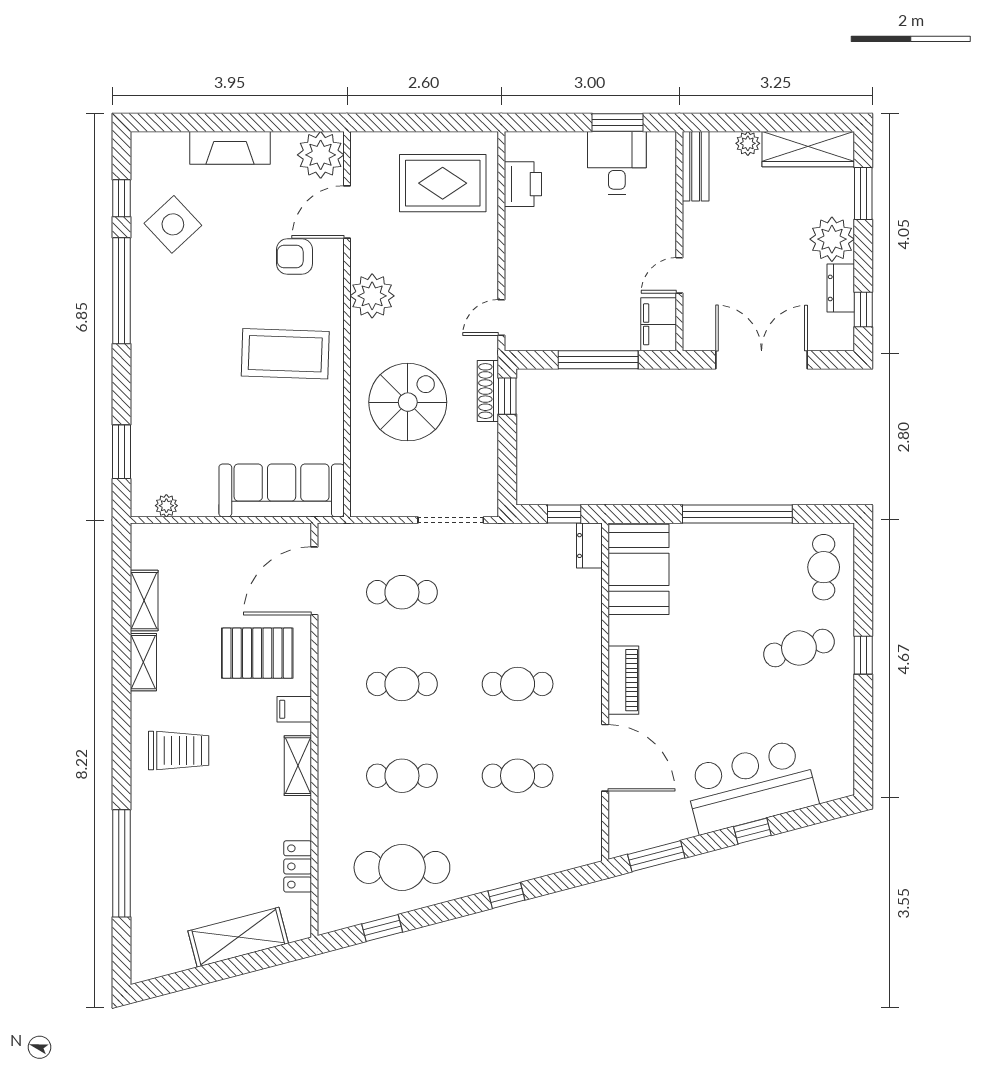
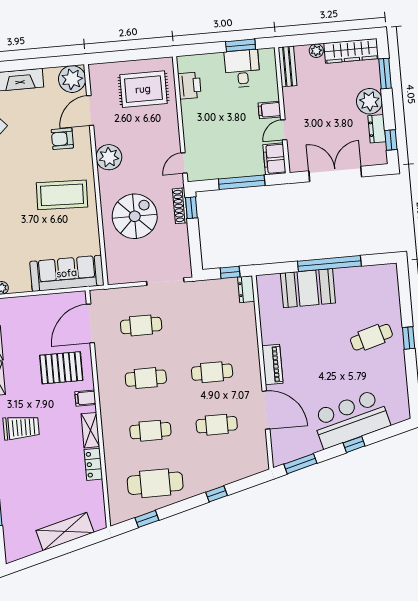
filing cabinet: (658, 239) -> (270, 110), added
cafe table: (824, 567) -> (381, 290), removed
booth: (638, 569) -> (308, 288), moved, turned 90
locker: (298, 866) -> (93, 464), moved

